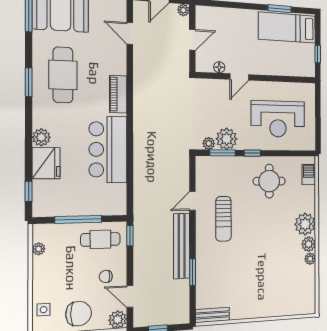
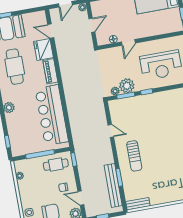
bar counter: (108, 149) -> (52, 115), width x1.36
fridge: (46, 163) -> (44, 49), moved, turned 180
round table: (269, 181) -> (162, 109), removed
door: (192, 201) -> (111, 131), swing flipped
sun lounger: (223, 219) -> (134, 156), moved
bench: (182, 246) -> (113, 185), moved

